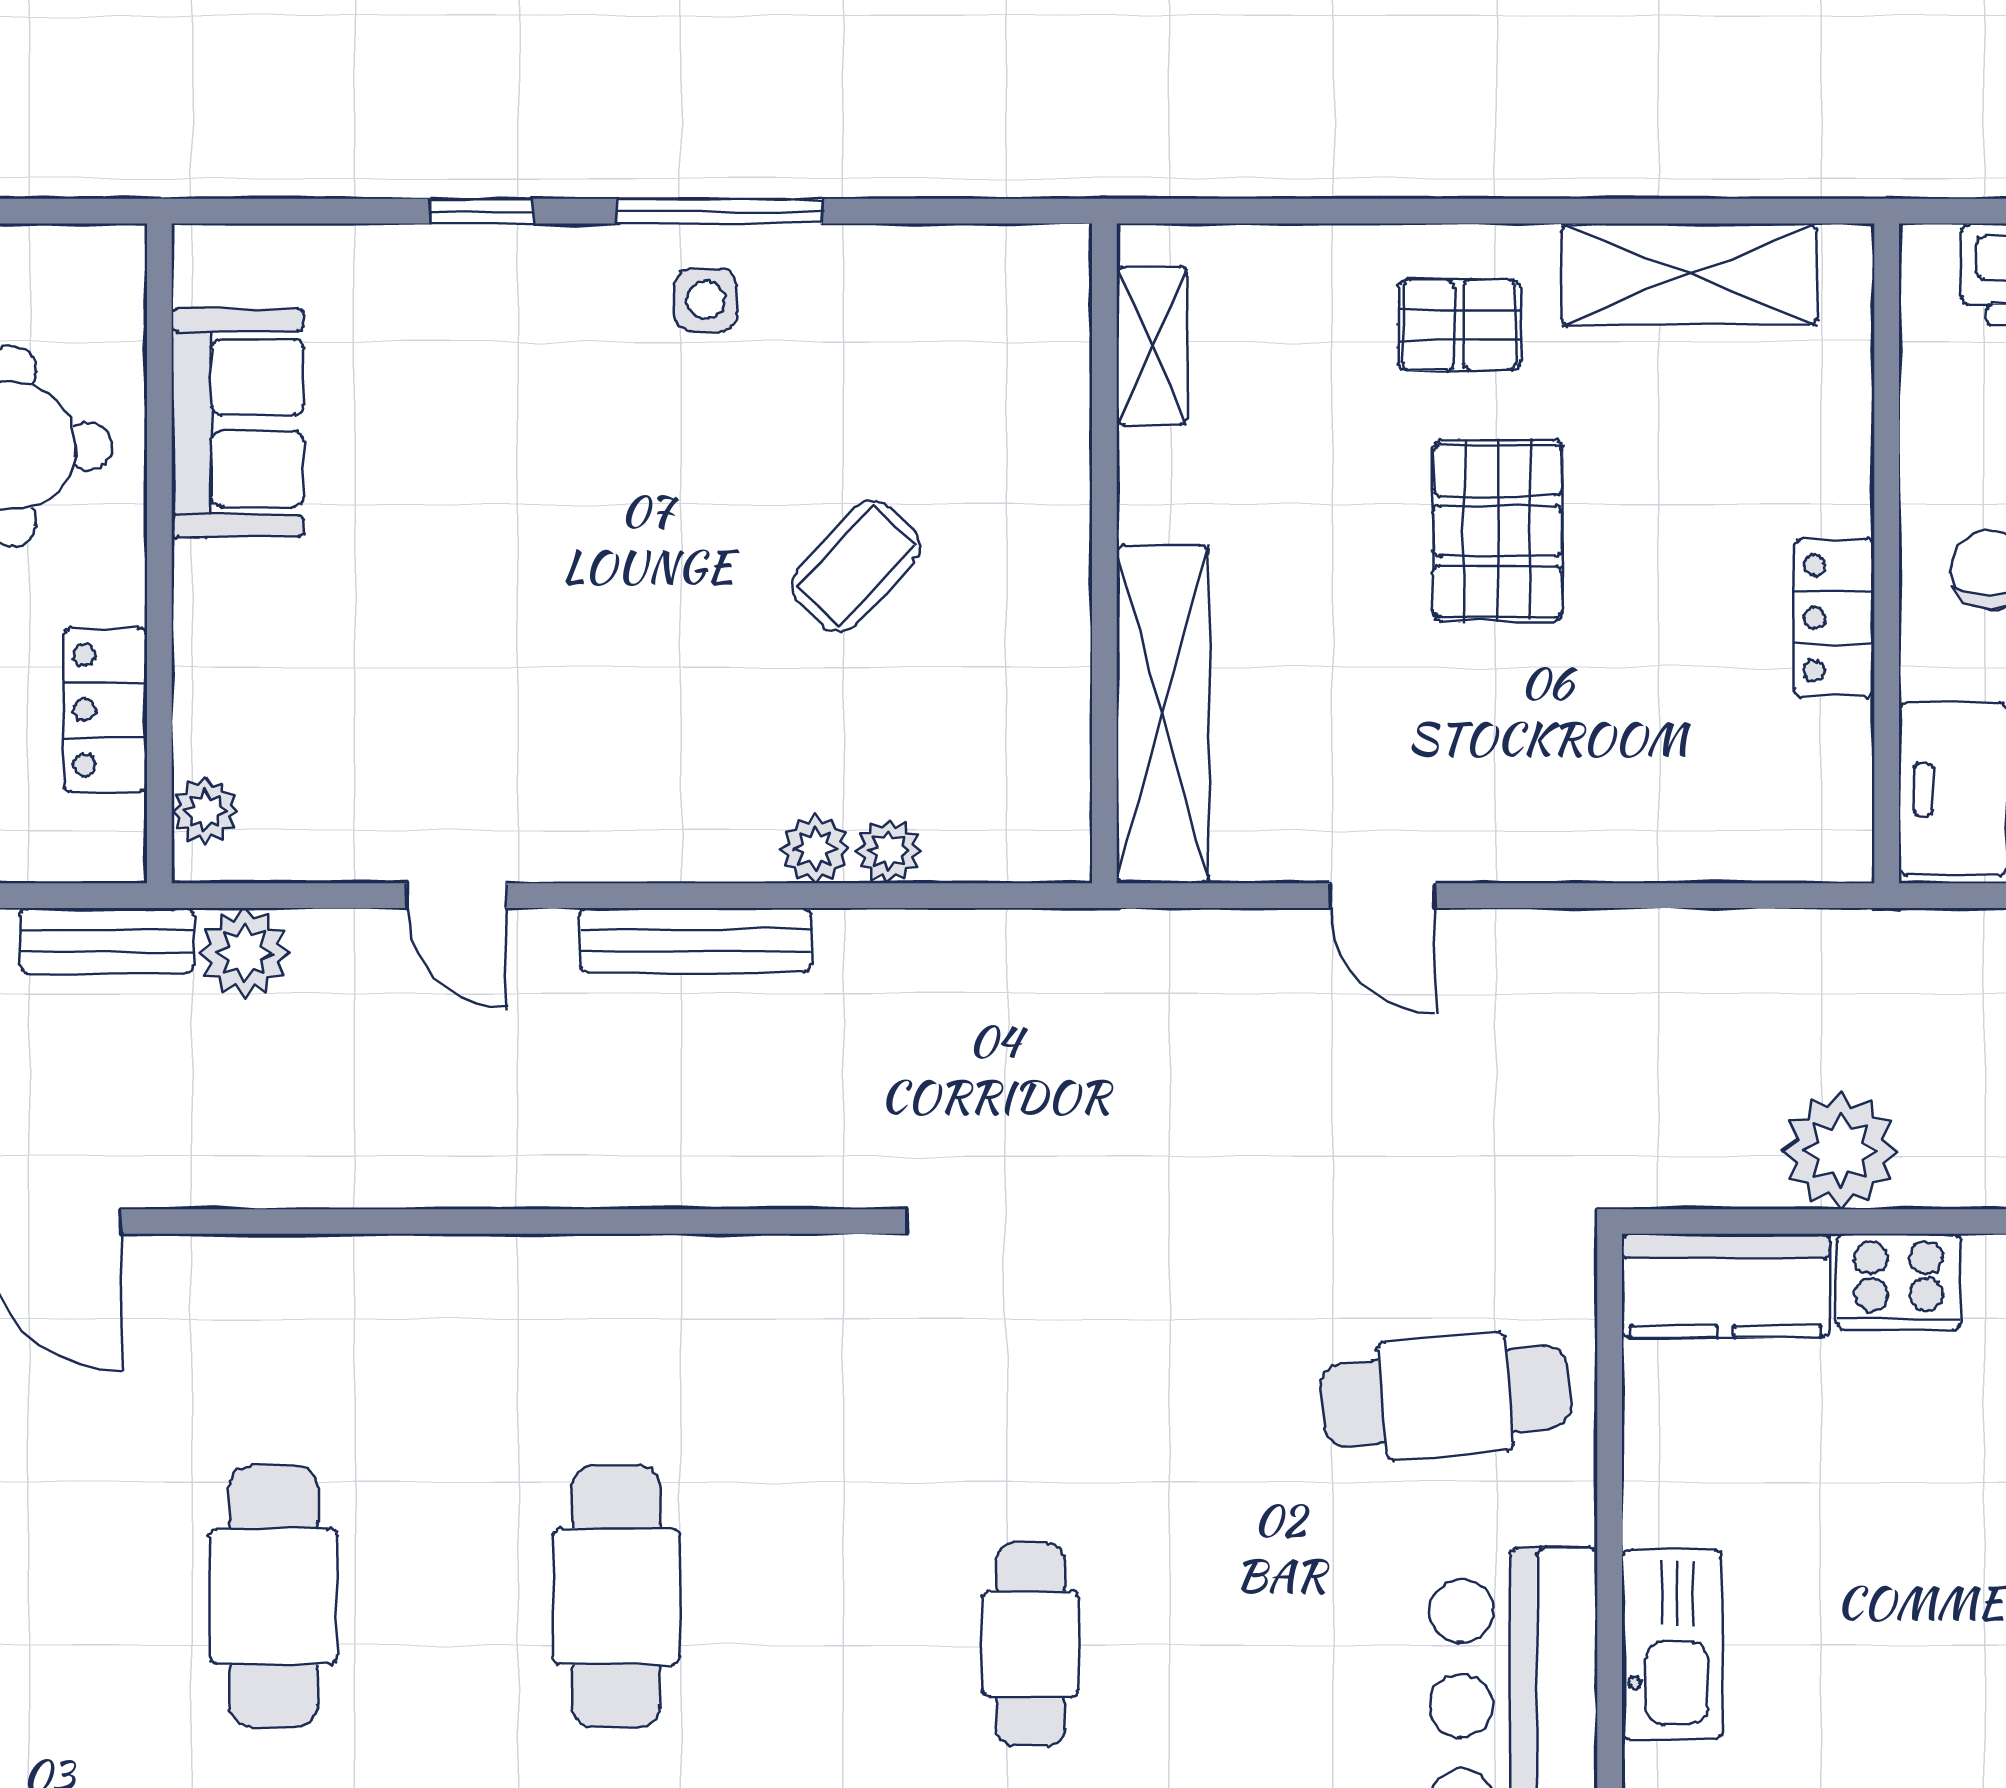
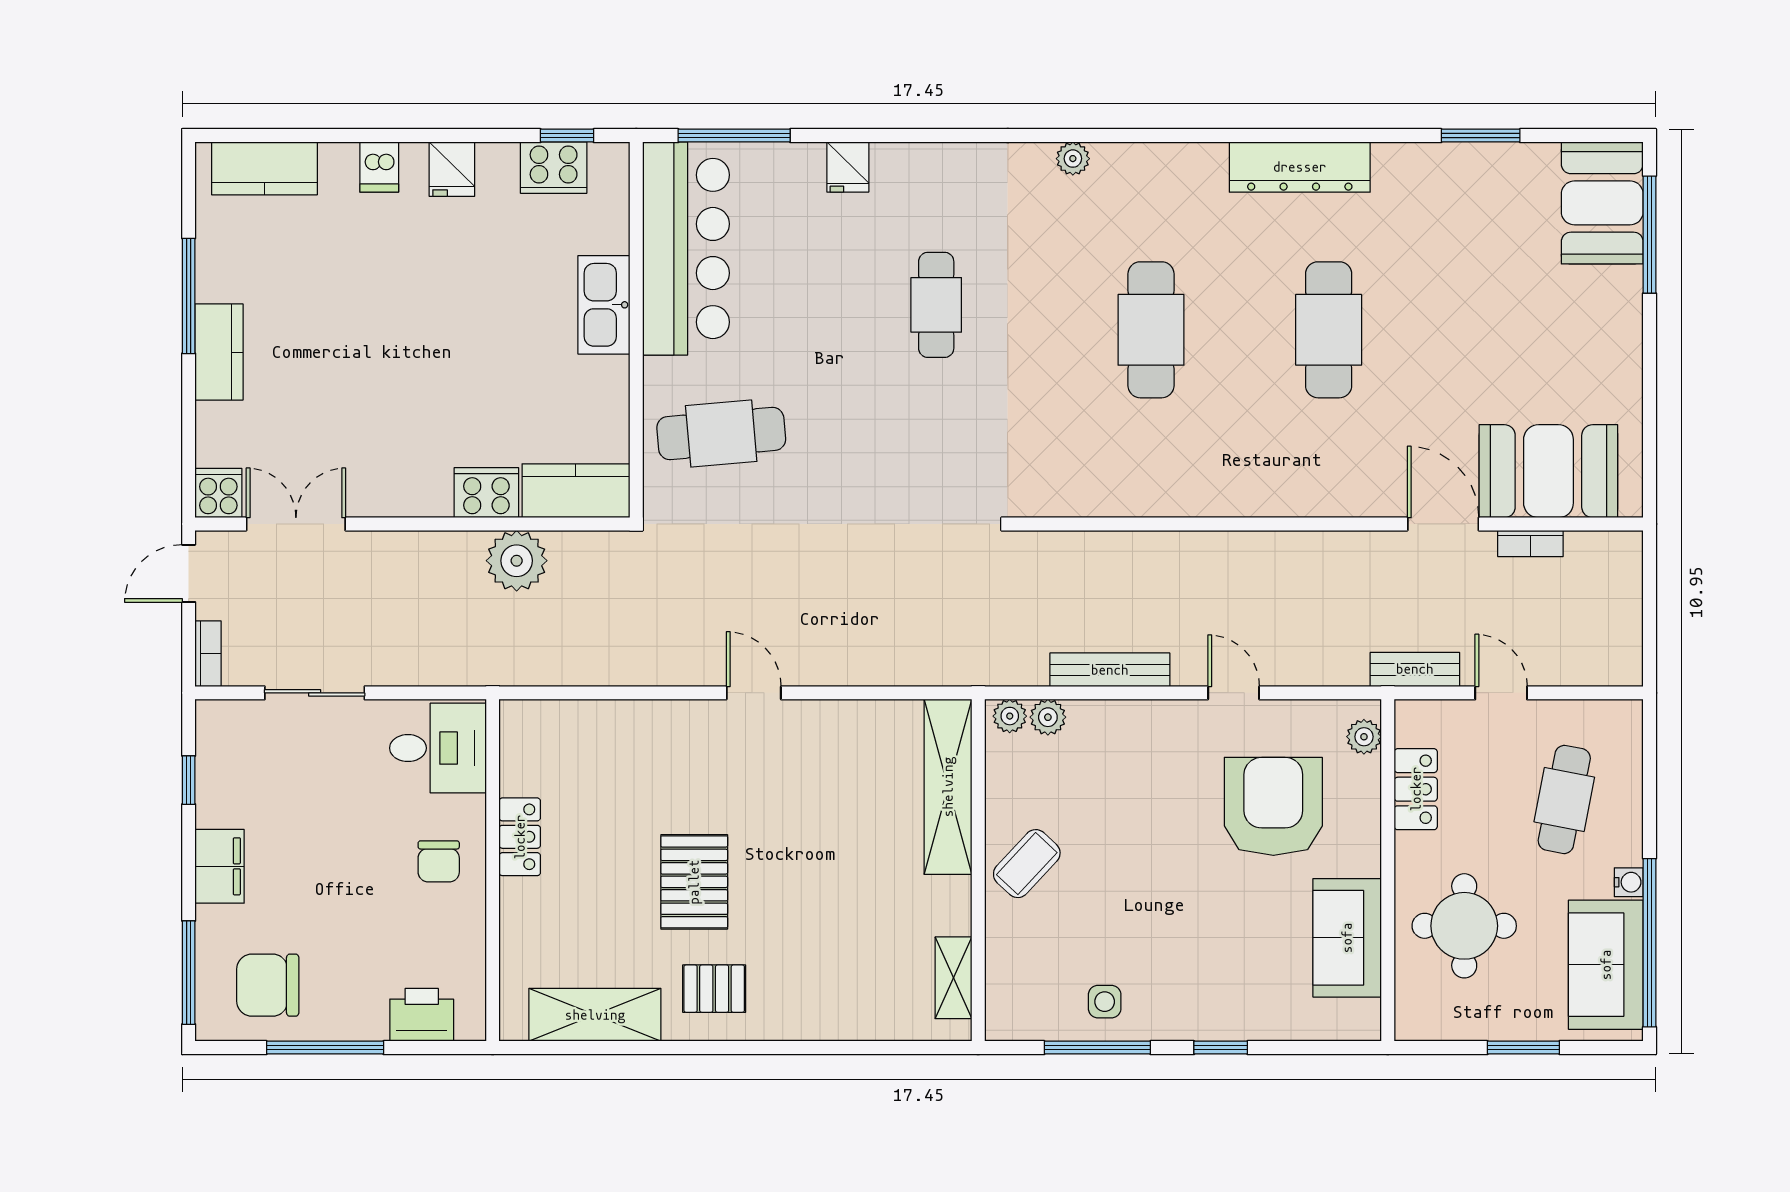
shelving: (1152, 346) -> (953, 978), moved
wall: (1104, 553) -> (978, 870), moved
armchair: (380, 677) -> (1273, 806), added
shelving: (1163, 714) -> (948, 787), moved
plant: (245, 953) -> (1344, 663), removed

